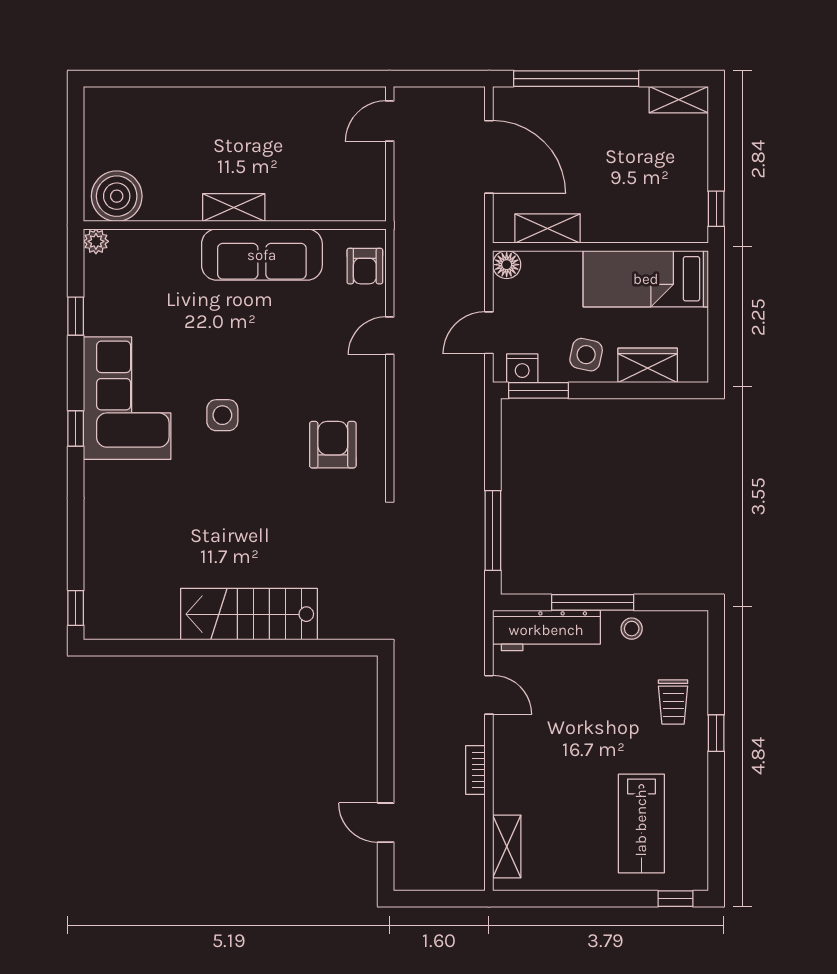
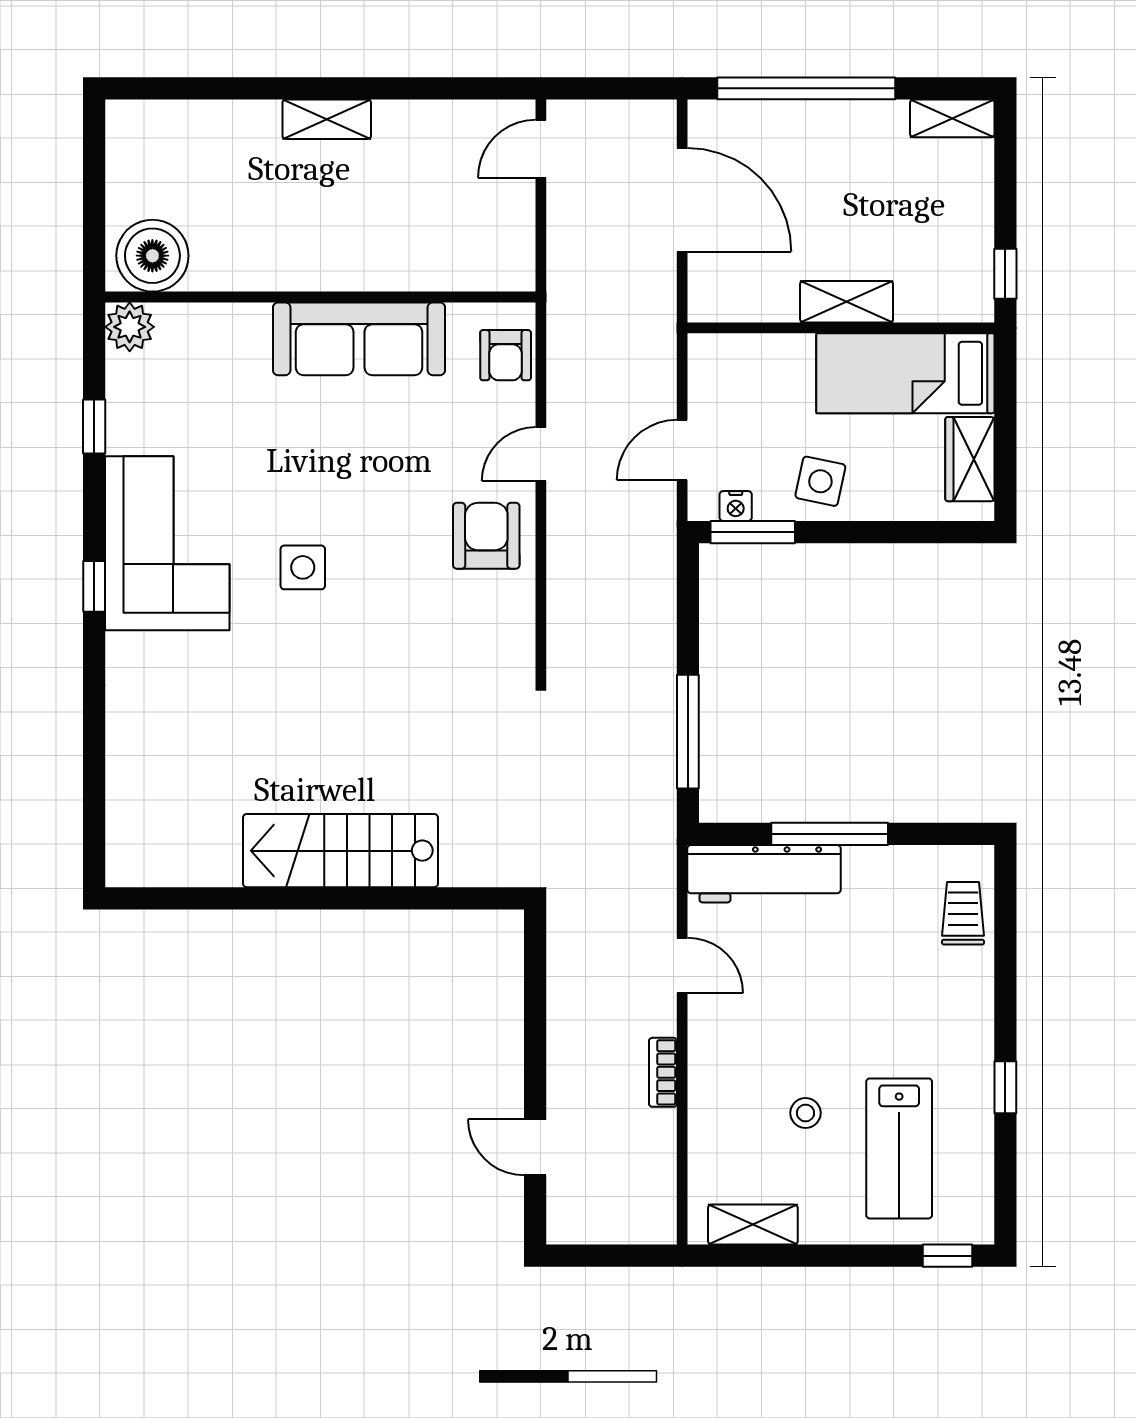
shelving: (234, 207) -> (327, 119), moved
shelving: (548, 228) -> (847, 302), moved
plant: (96, 241) -> (130, 327), width x1.38, depth x1.38
floor lamp: (507, 265) -> (707, 353), removed
wardrobe: (648, 365) -> (970, 459), moved, turned -90
nightstand: (522, 368) -> (736, 506), width x0.72, depth x0.74
armchair: (333, 445) -> (486, 536), moved
window: (76, 608) -> (94, 842), removed
stool: (632, 629) -> (806, 1113), moved
trolley: (673, 702) -> (963, 913), moved, turned 180
window: (716, 733) -> (1005, 1087), moved
shelving: (507, 846) -> (753, 1224), moved, turned 90

